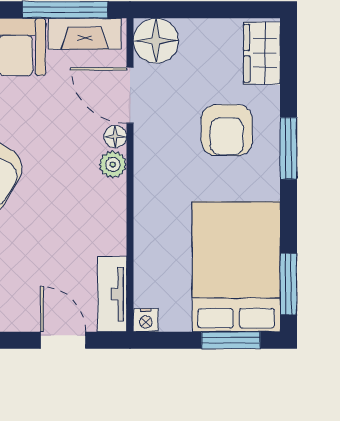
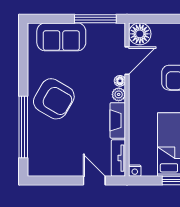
fireplace: (85, 34) -> (118, 120), moved, turned 90
door: (130, 95) -> (127, 61), swing flipped

